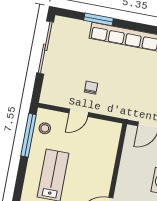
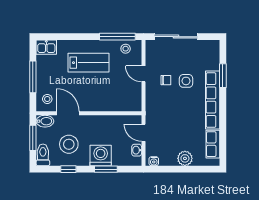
sliding door: (45, 47) -> (176, 37), moved
side table: (96, 64) -> (186, 81), added

